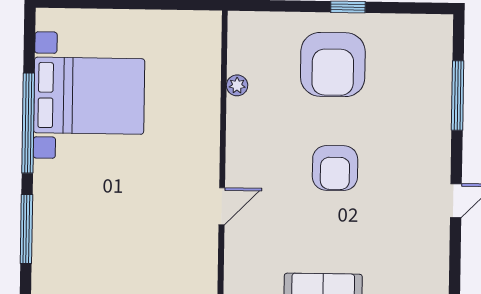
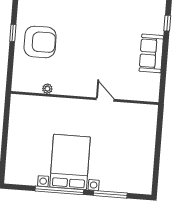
bed with nightstands: (89, 96) -> (70, 162), moved
armchair: (335, 168) -> (90, 44), removed

